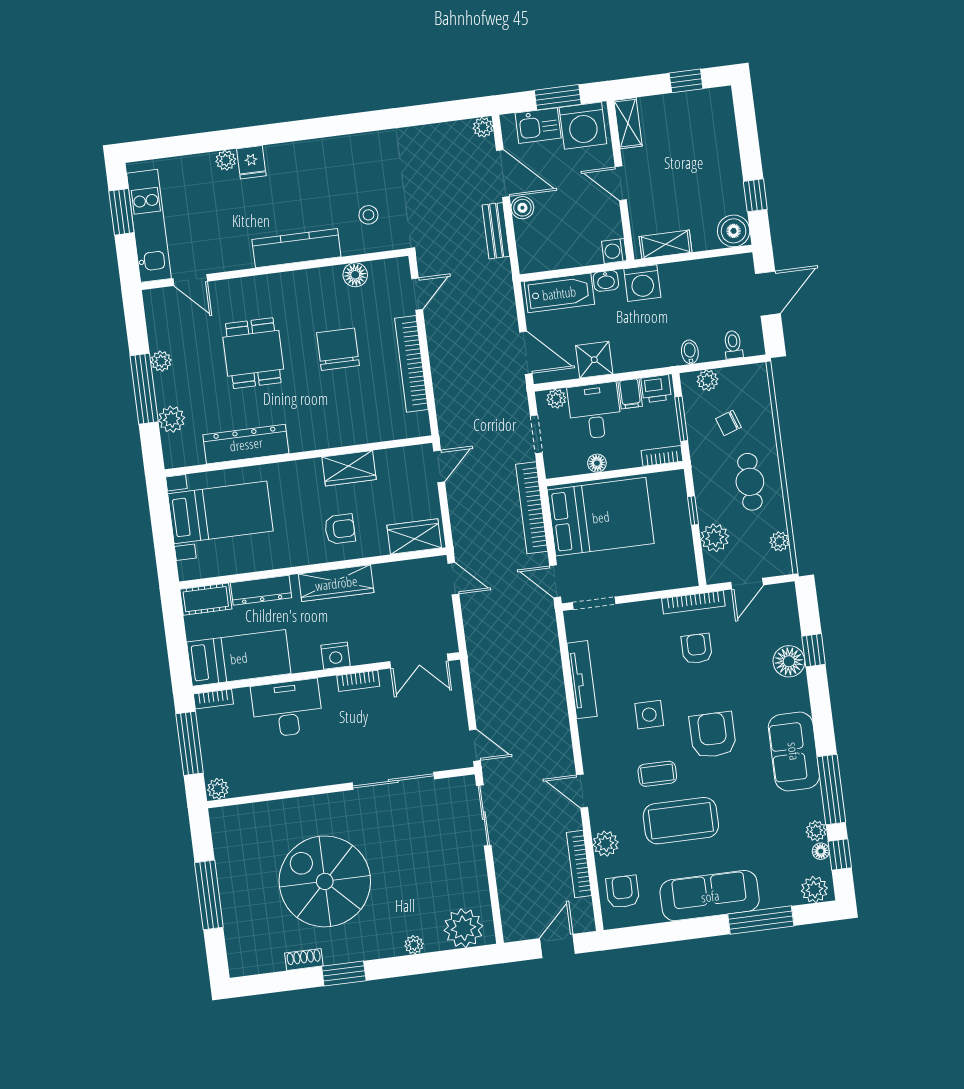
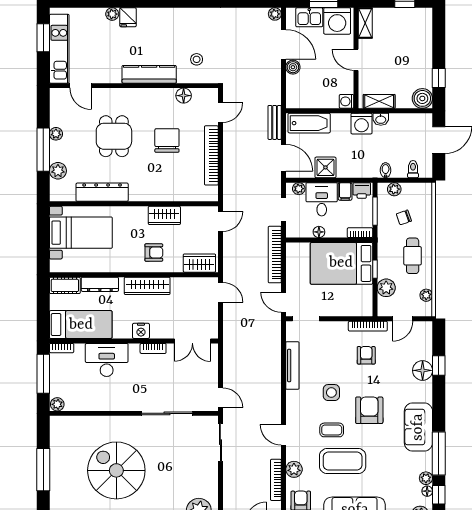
bench: (496, 231) -> (275, 122), moved
washbasin: (606, 281) -> (381, 119), moved
bed: (601, 517) -> (341, 263), moved, turned 180

